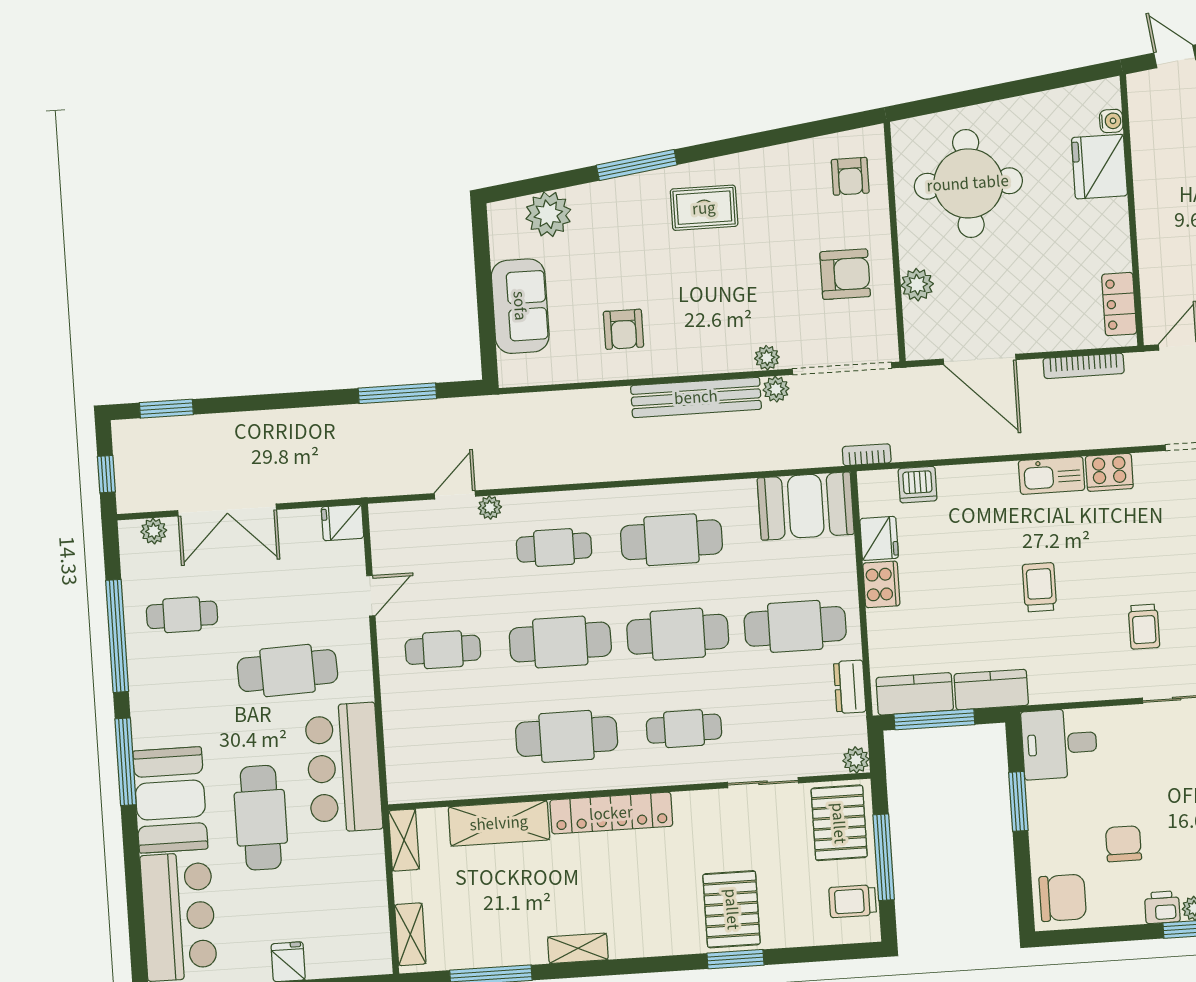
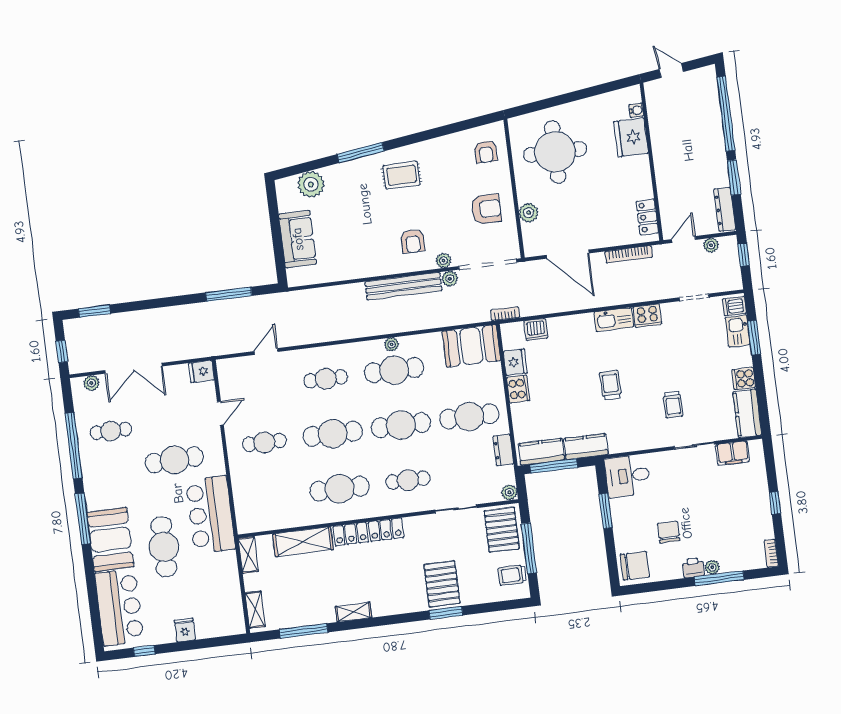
armchair: (623, 329) -> (413, 241), moved
plant: (490, 508) -> (392, 344), moved

